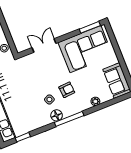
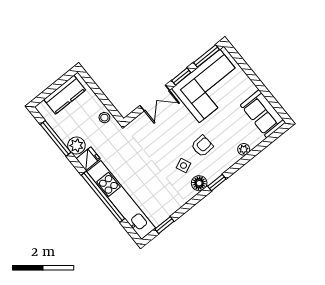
window: (67, 36) -> (181, 77), added
double door: (44, 45) -> (155, 98), swing flipped
window: (69, 119) -> (217, 183), width x0.46

